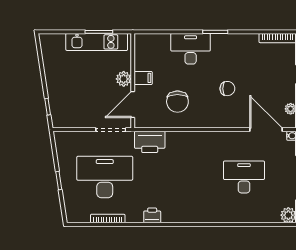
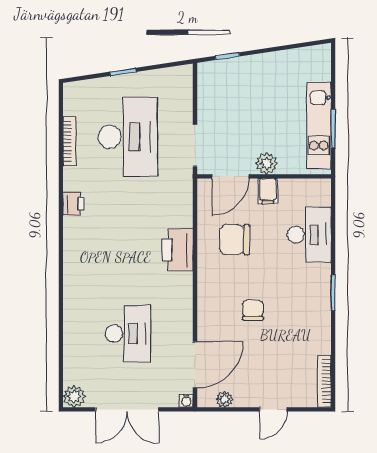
desk: (191, 49) -> (309, 235), moved
chair: (227, 89) -> (253, 310), turned 180
door: (133, 105) -> (230, 176), swing flipped
printer: (150, 142) -> (178, 250), moved

